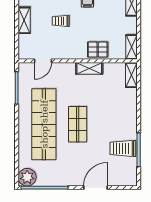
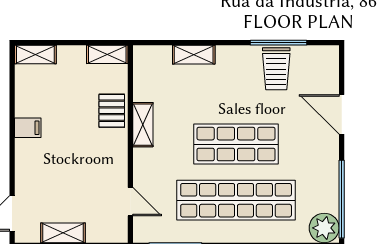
trolley: (61, 21) -> (64, 172), removed
shelving: (131, 75) -> (194, 55), moved
shop shelf: (78, 124) -> (236, 144), width x1.43, depth x1.36

